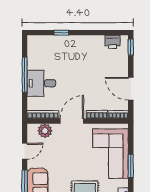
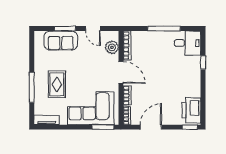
printer: (113, 42) -> (191, 110), width x1.87, depth x1.48
desk: (41, 83) -> (188, 43), moved, turned 90
window: (131, 166) -> (103, 127), moved

